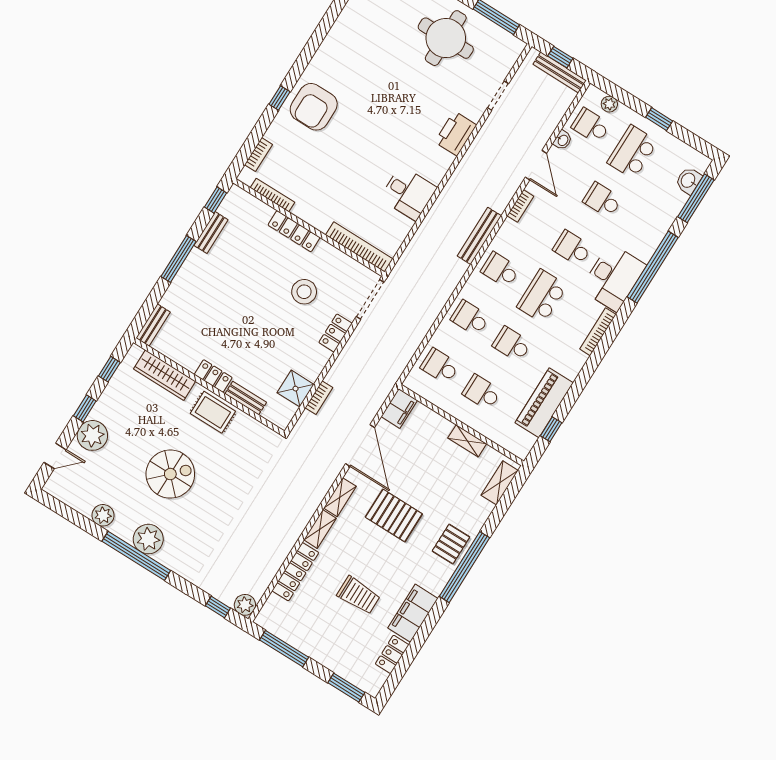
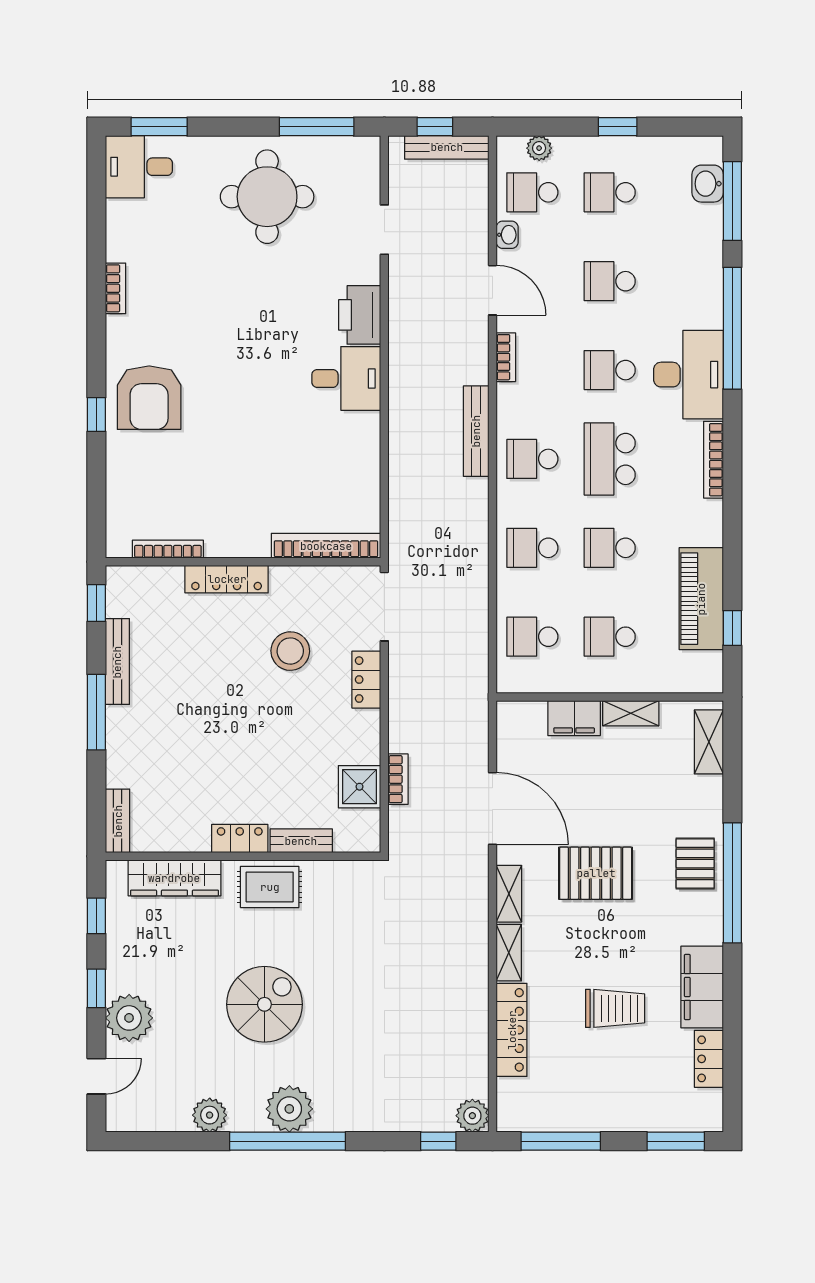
school desk: (633, 152) -> (610, 192), width x0.54
bookcase: (258, 155) -> (116, 288), moved
desk: (408, 193) -> (346, 378), moved
bench: (211, 233) -> (117, 662), width x1.36
filing cabinet: (399, 408) -> (574, 718), moved, turned 90

